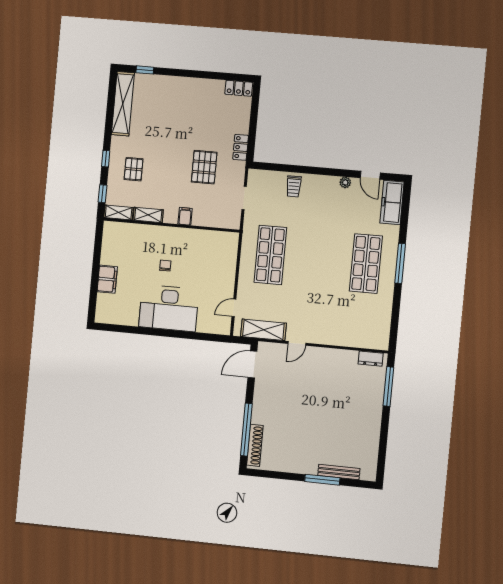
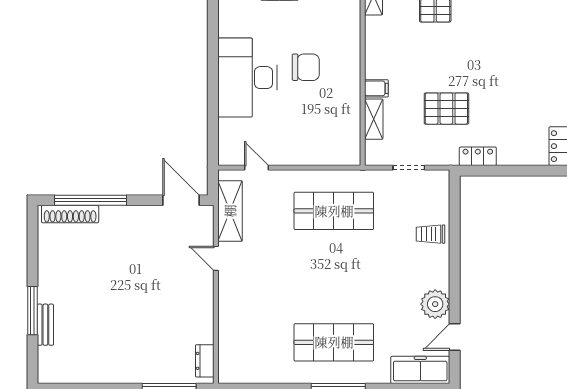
plant: (345, 182) -> (435, 304), width x1.88, depth x1.88
shelving: (148, 215) -> (374, 119), moved
chair: (165, 266) -> (306, 67), width x1.87, depth x1.87
bench: (339, 472) -> (45, 325), width x0.73

